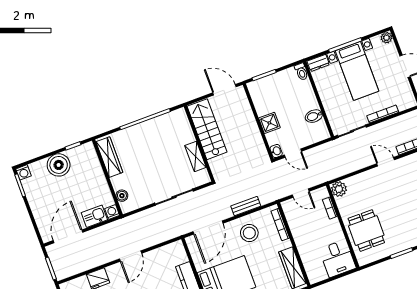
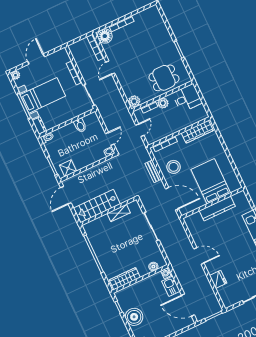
shower: (269, 123) -> (68, 168), moved
plant: (334, 226) -> (163, 103), added

